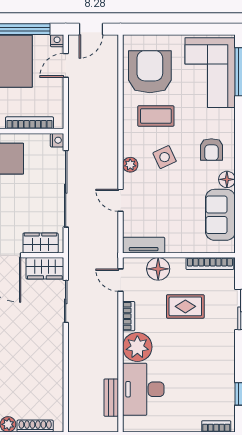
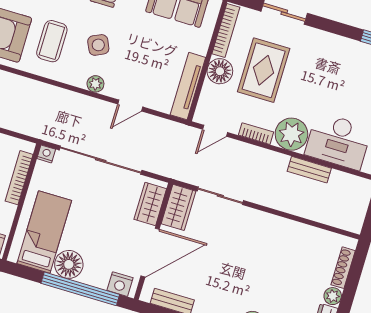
tv unit: (144, 245) -> (188, 86), width x1.41
floor lamp: (158, 269) -> (220, 71), moved
rug: (185, 306) -> (264, 70), width x1.36, depth x1.43
bench: (111, 398) -> (309, 170), moved

